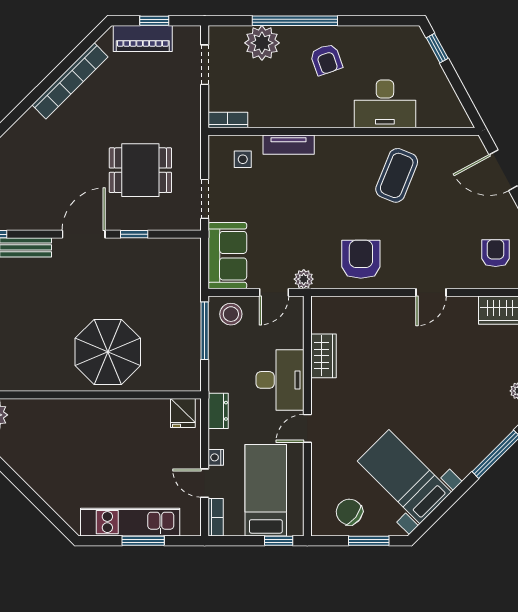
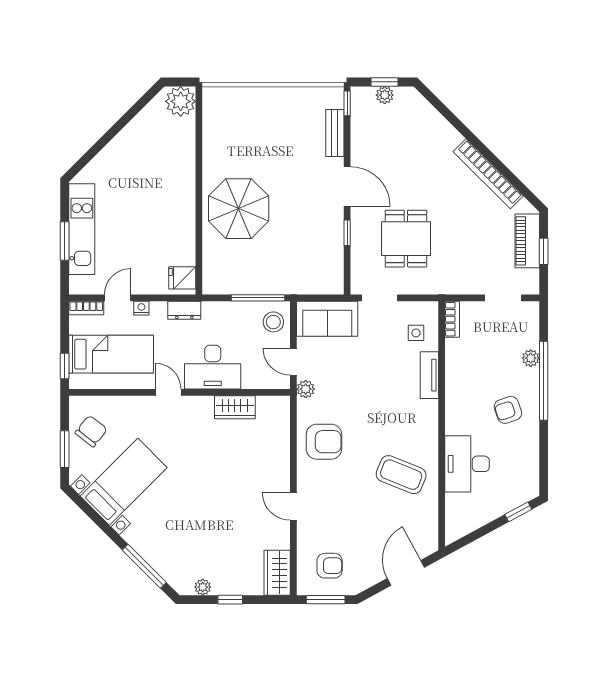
plant: (262, 43) -> (531, 358), width x0.53, depth x0.53

